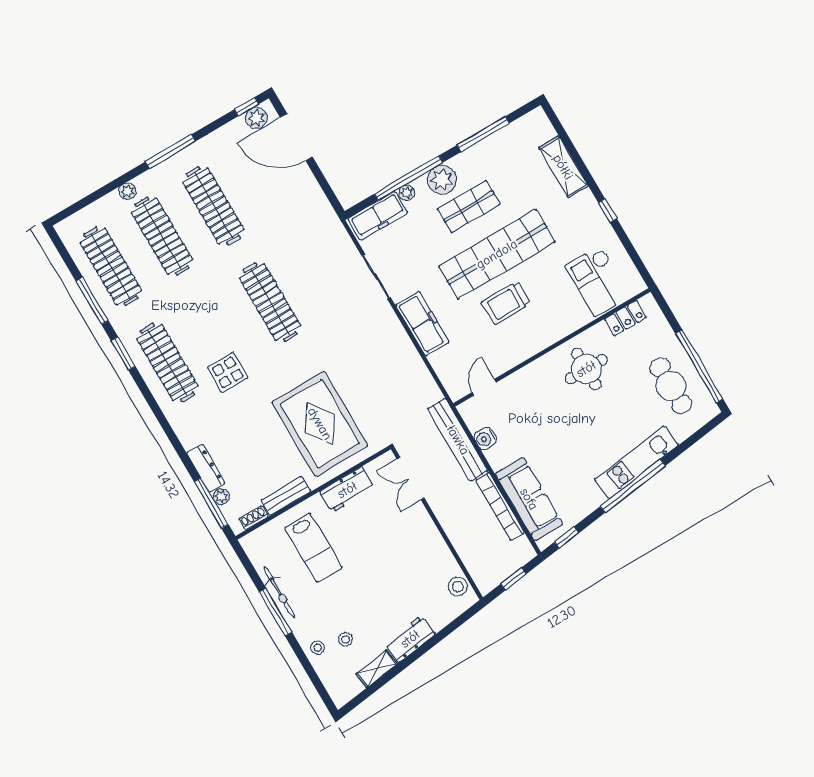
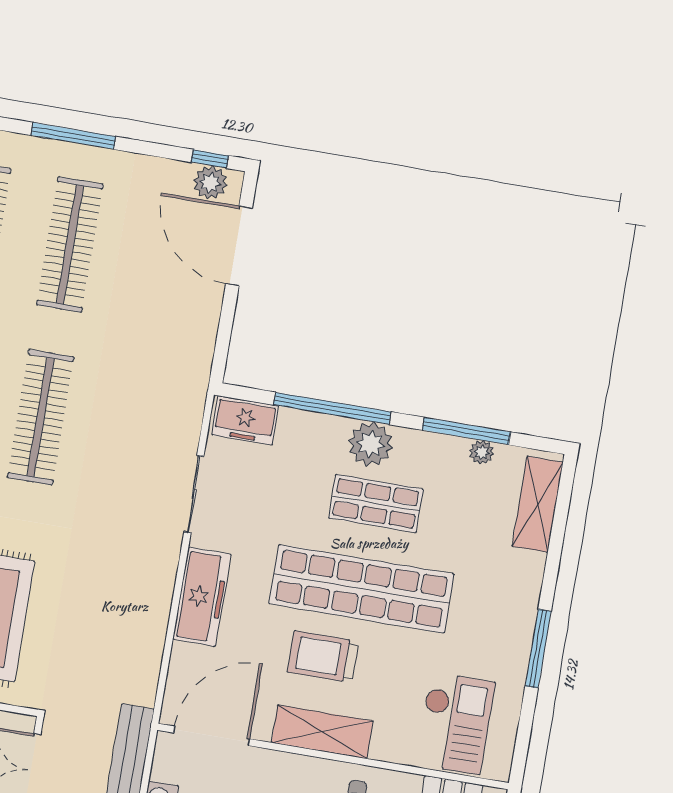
shelving: (563, 167) -> (538, 504), moved
plant: (407, 193) -> (482, 452), moved
window: (608, 211) -> (538, 649), width x2.17
freezer: (378, 216) -> (245, 420), width x0.71
checkout: (598, 281) -> (455, 723), turned 180
shelving: (536, 340) -> (322, 732), added
door: (484, 387) -> (212, 736), width x1.88

